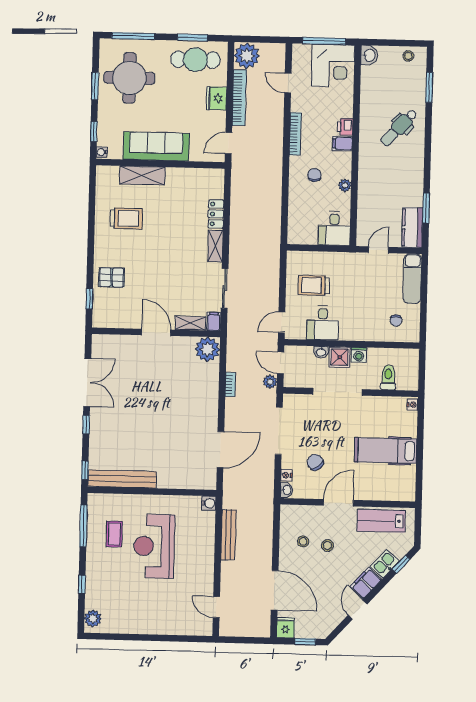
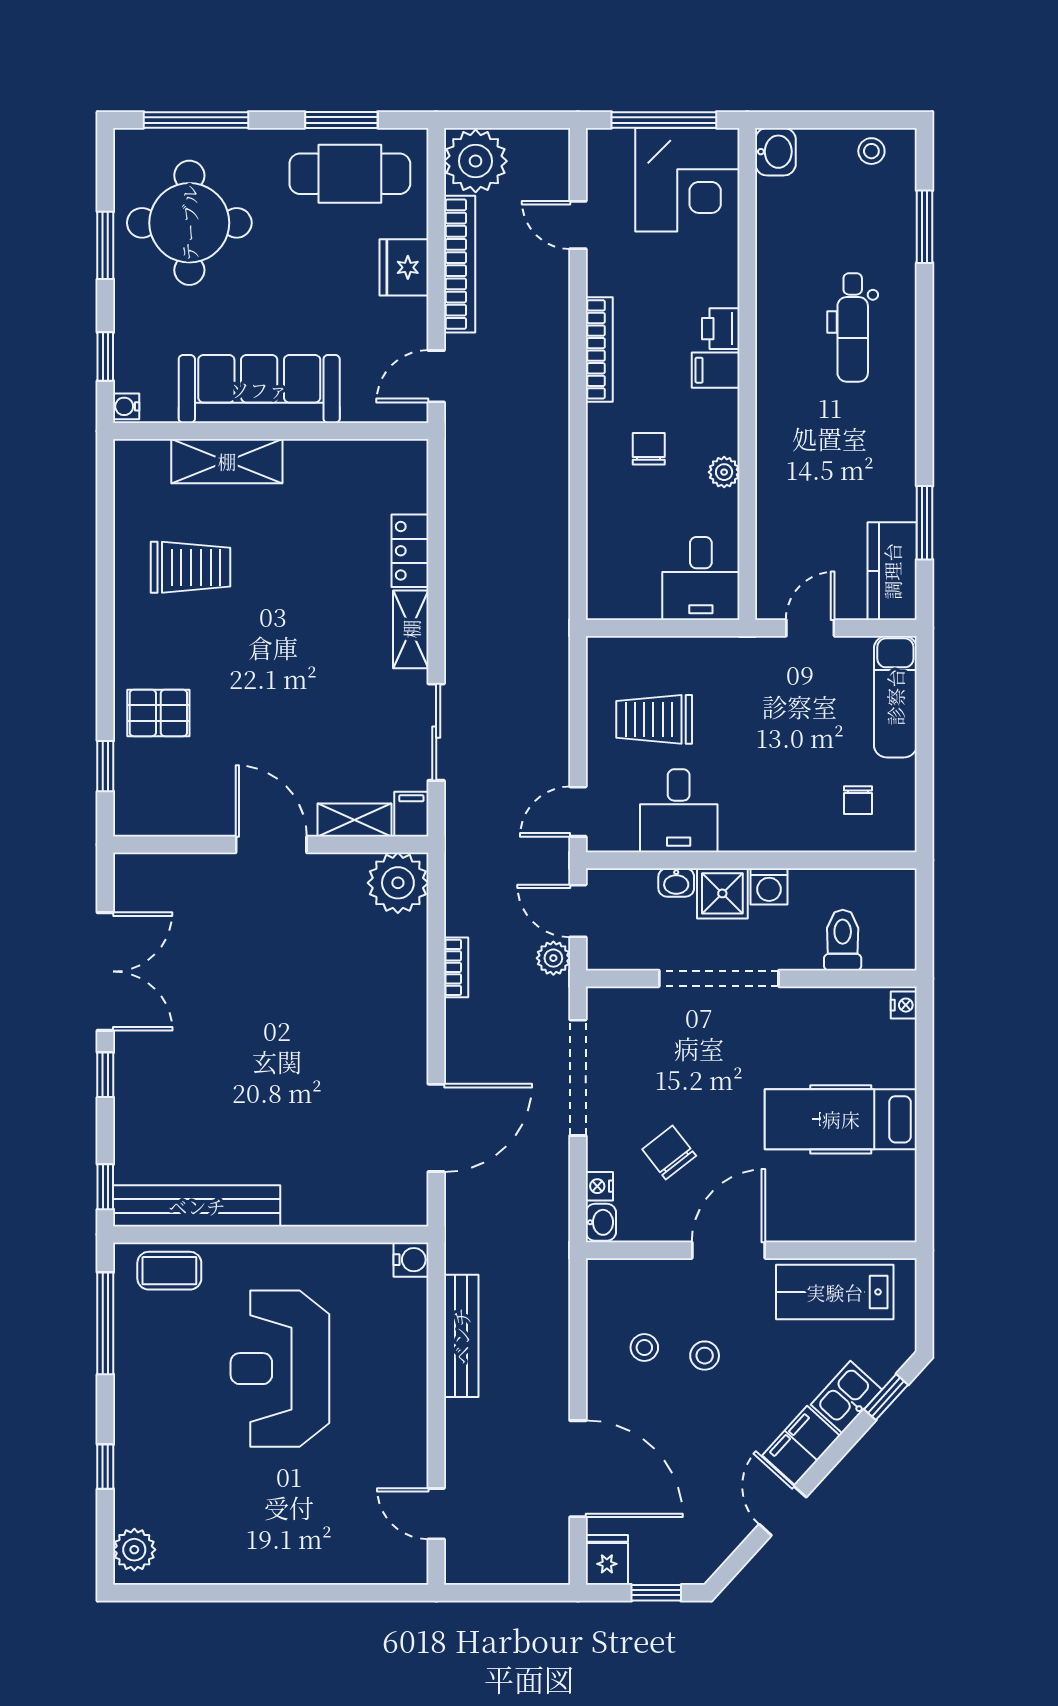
dental chair: (399, 128) -> (853, 327), turned -43
coffee table: (114, 534) -> (169, 1271), moved, turned 90

